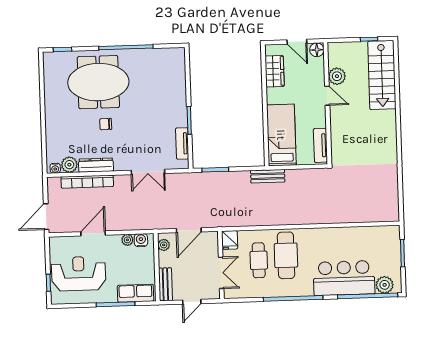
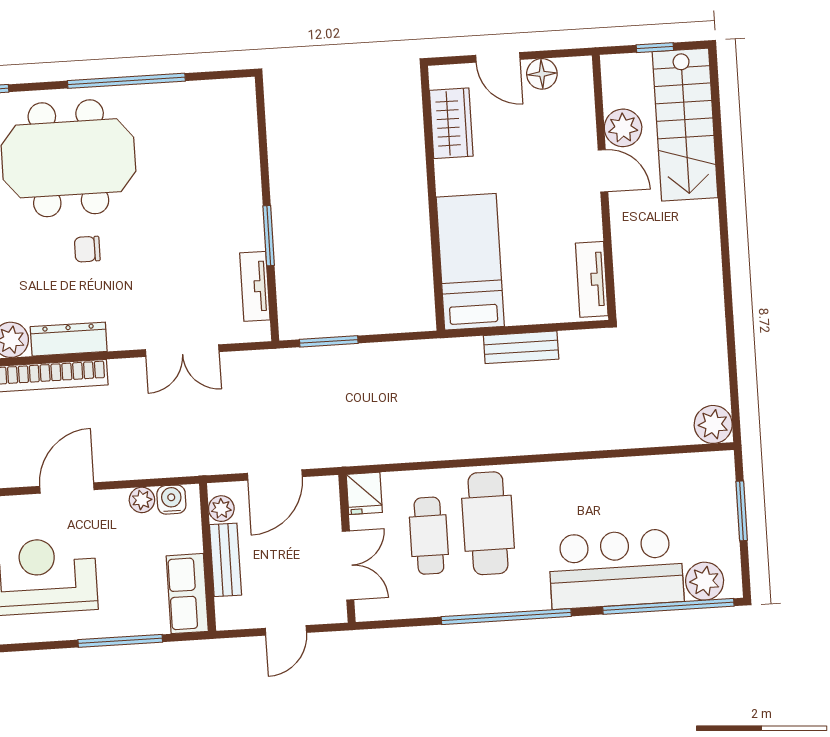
plant: (337, 76) -> (623, 128), moved
door: (327, 96) -> (603, 171), moved
wall: (327, 103) -> (604, 187), moved
tv unit: (320, 145) -> (592, 279), moved
bench: (268, 176) -> (521, 347), moved
plant: (391, 213) -> (713, 424), added
bench: (165, 284) -> (225, 560), moved
row of seats: (136, 293) -> (187, 594), moved, turned -90

